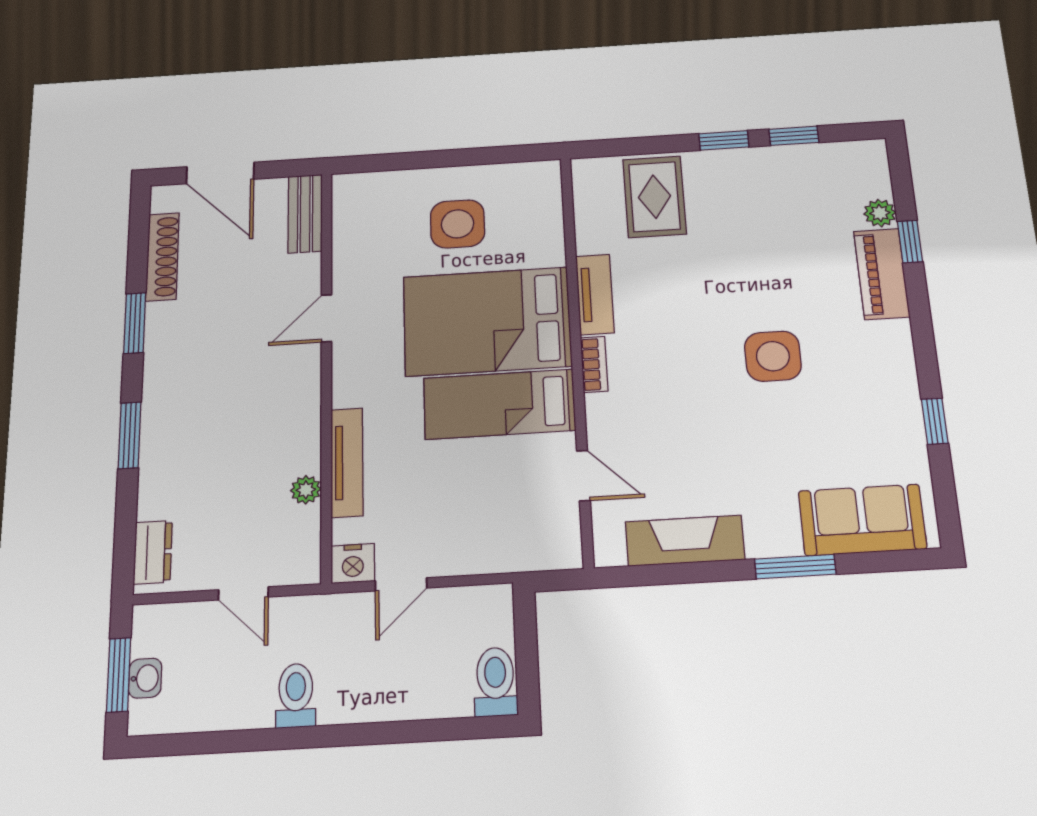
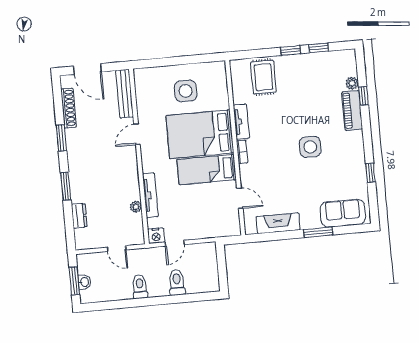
bench: (305, 214) -> (125, 94), width x1.36
dresser: (153, 552) -> (79, 216), moved
toilet: (495, 682) -> (177, 282), moved

